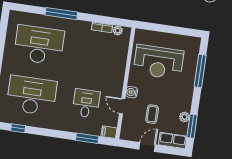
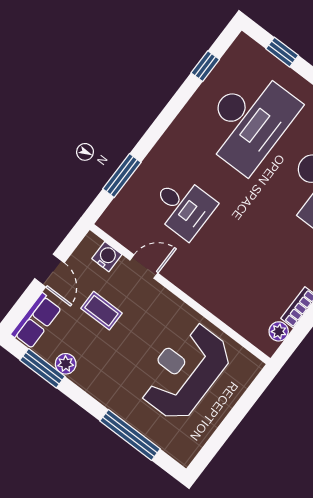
water cooler: (132, 92) -> (107, 257), moved
filing cabinet: (109, 132) -> (112, 219), removed

